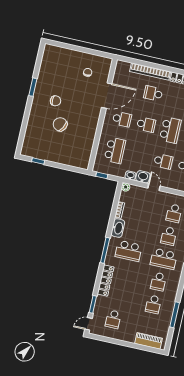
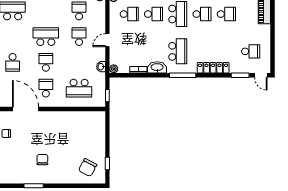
chair: (60, 124) -> (88, 168), moved
school desk: (115, 150) -> (79, 88), turned 180
washbasin: (143, 177) -> (99, 54), removed

